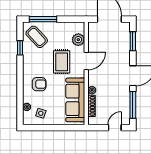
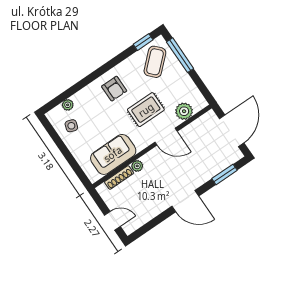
window: (20, 48) -> (143, 42), moved
armchair: (39, 84) -> (114, 89), moved
sofa: (75, 100) -> (113, 154), width x0.73
window: (133, 105) -> (152, 224), removed

